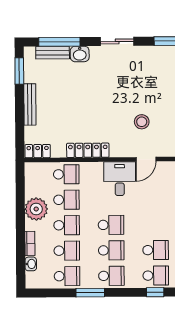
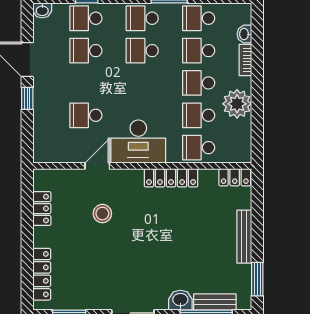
desk: (120, 179) -> (138, 142), width x1.37
school desk: (111, 225) -> (86, 115), moved

